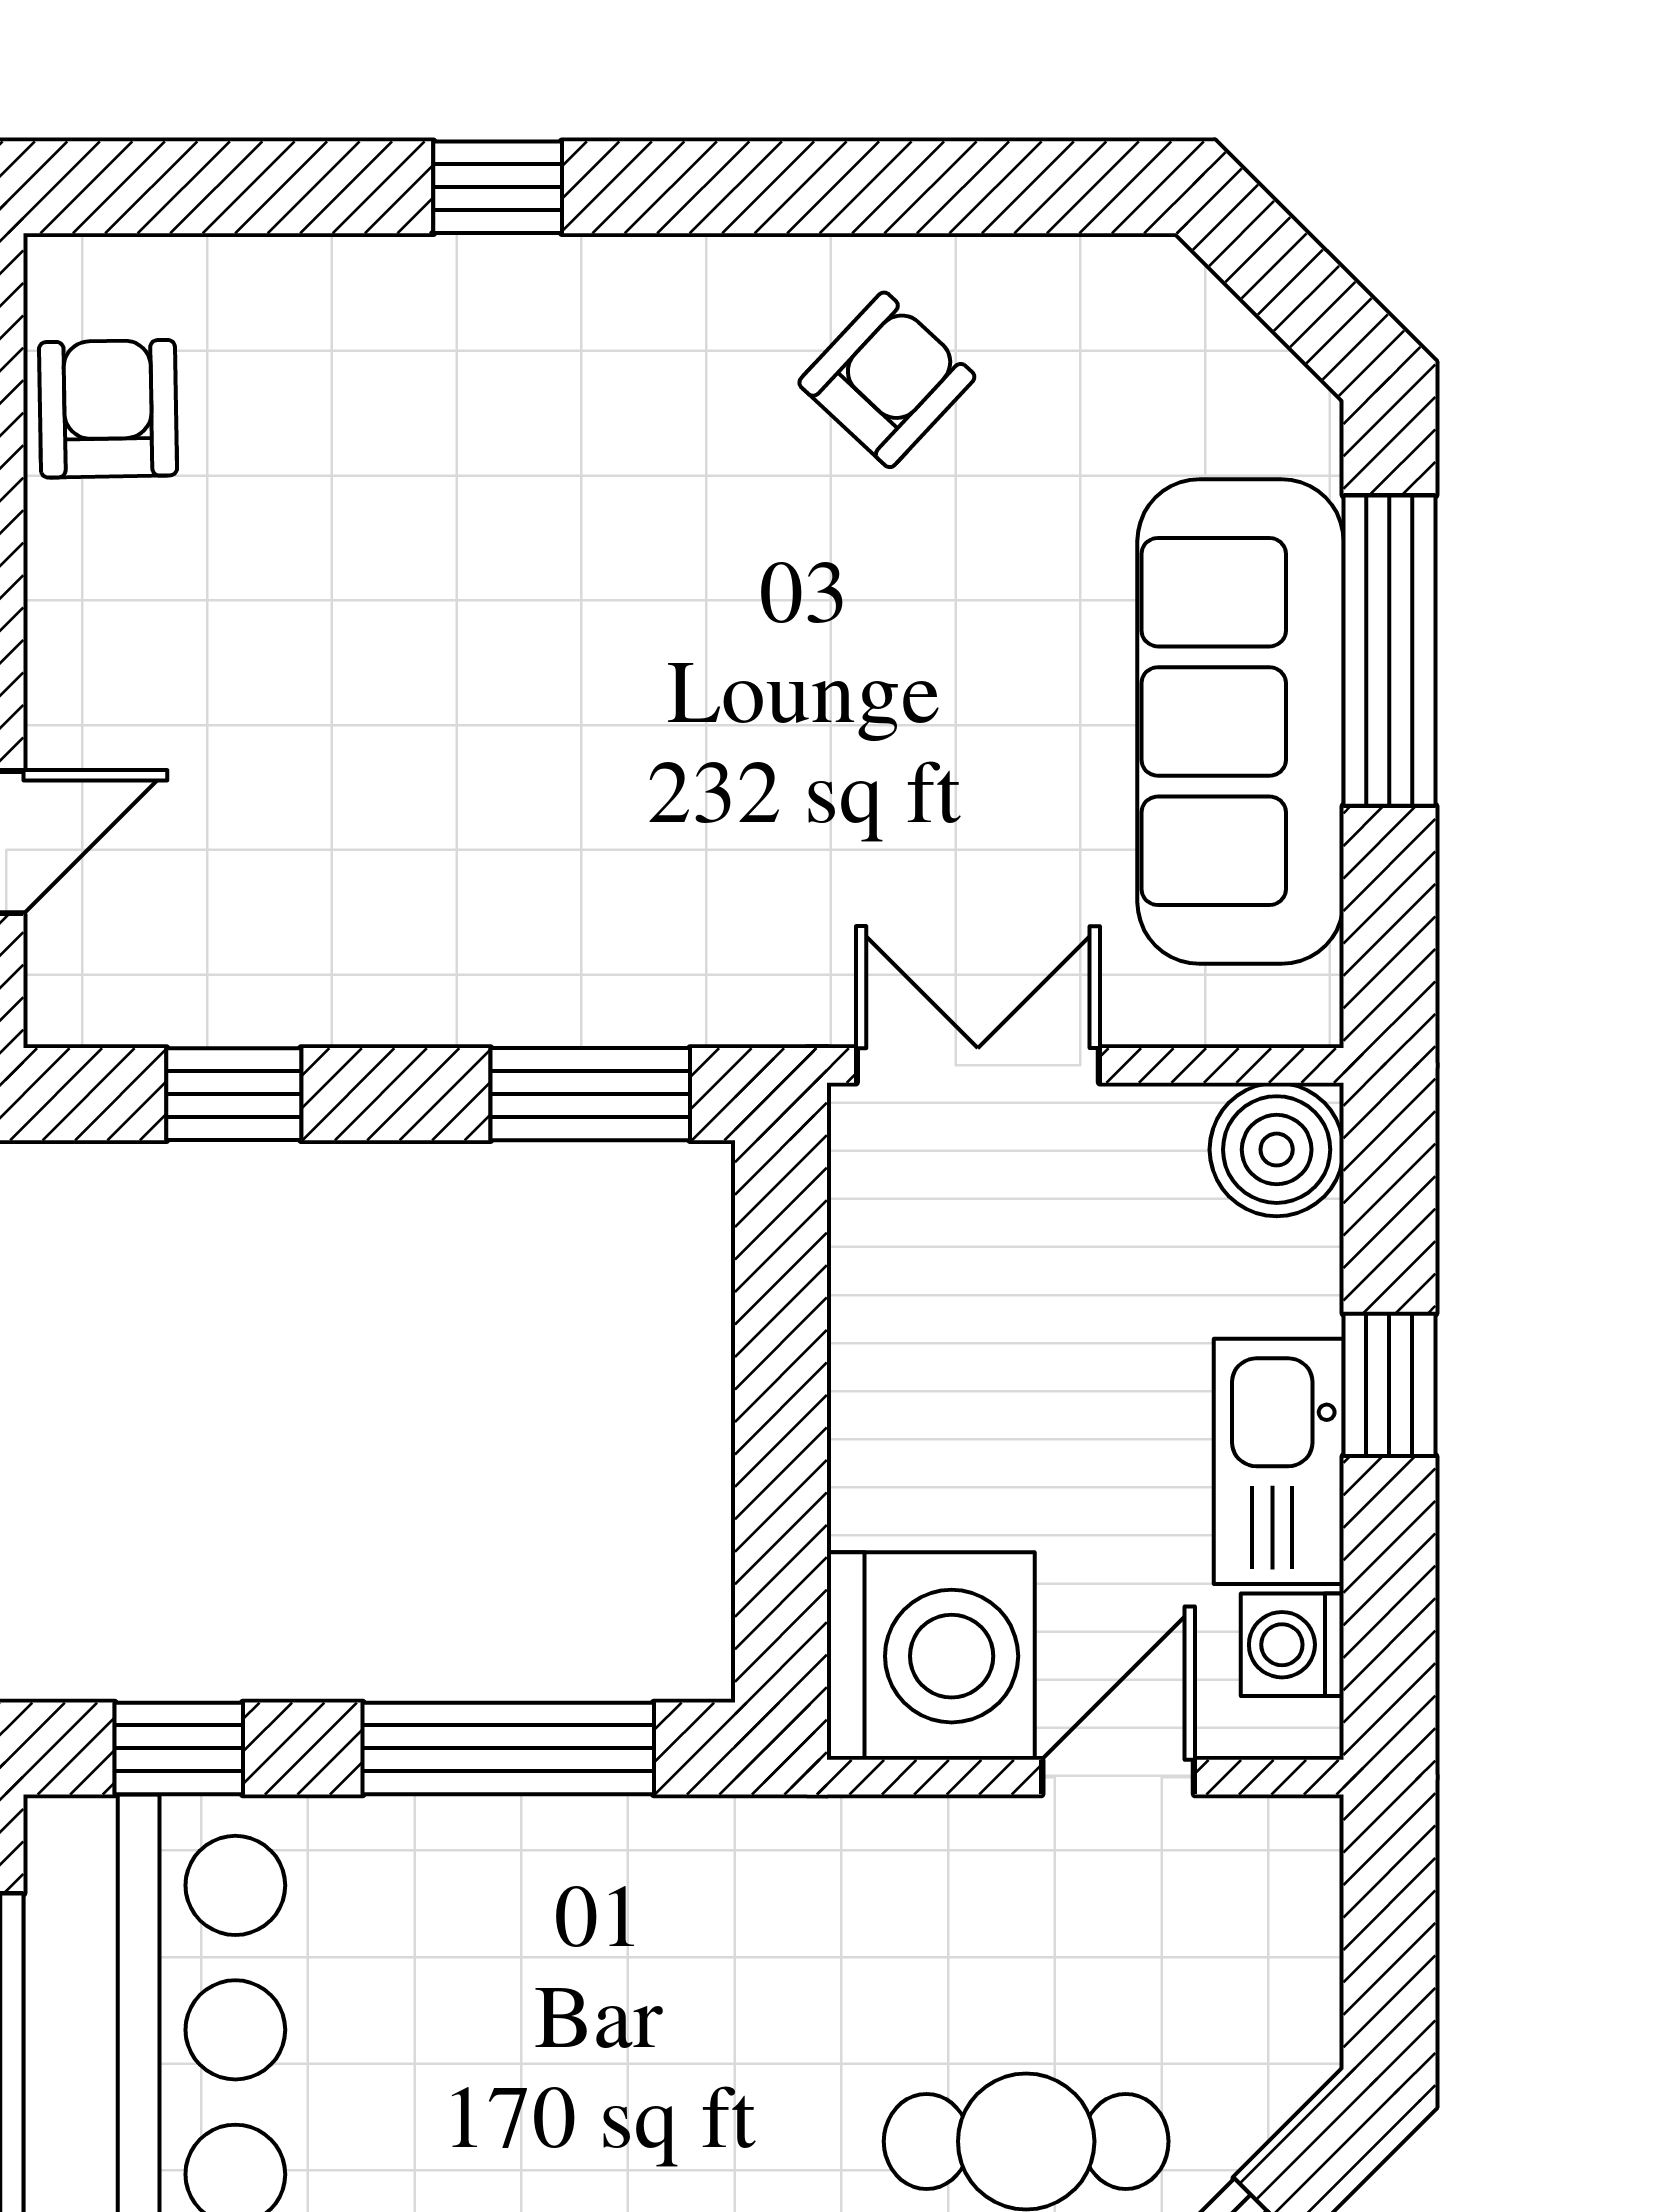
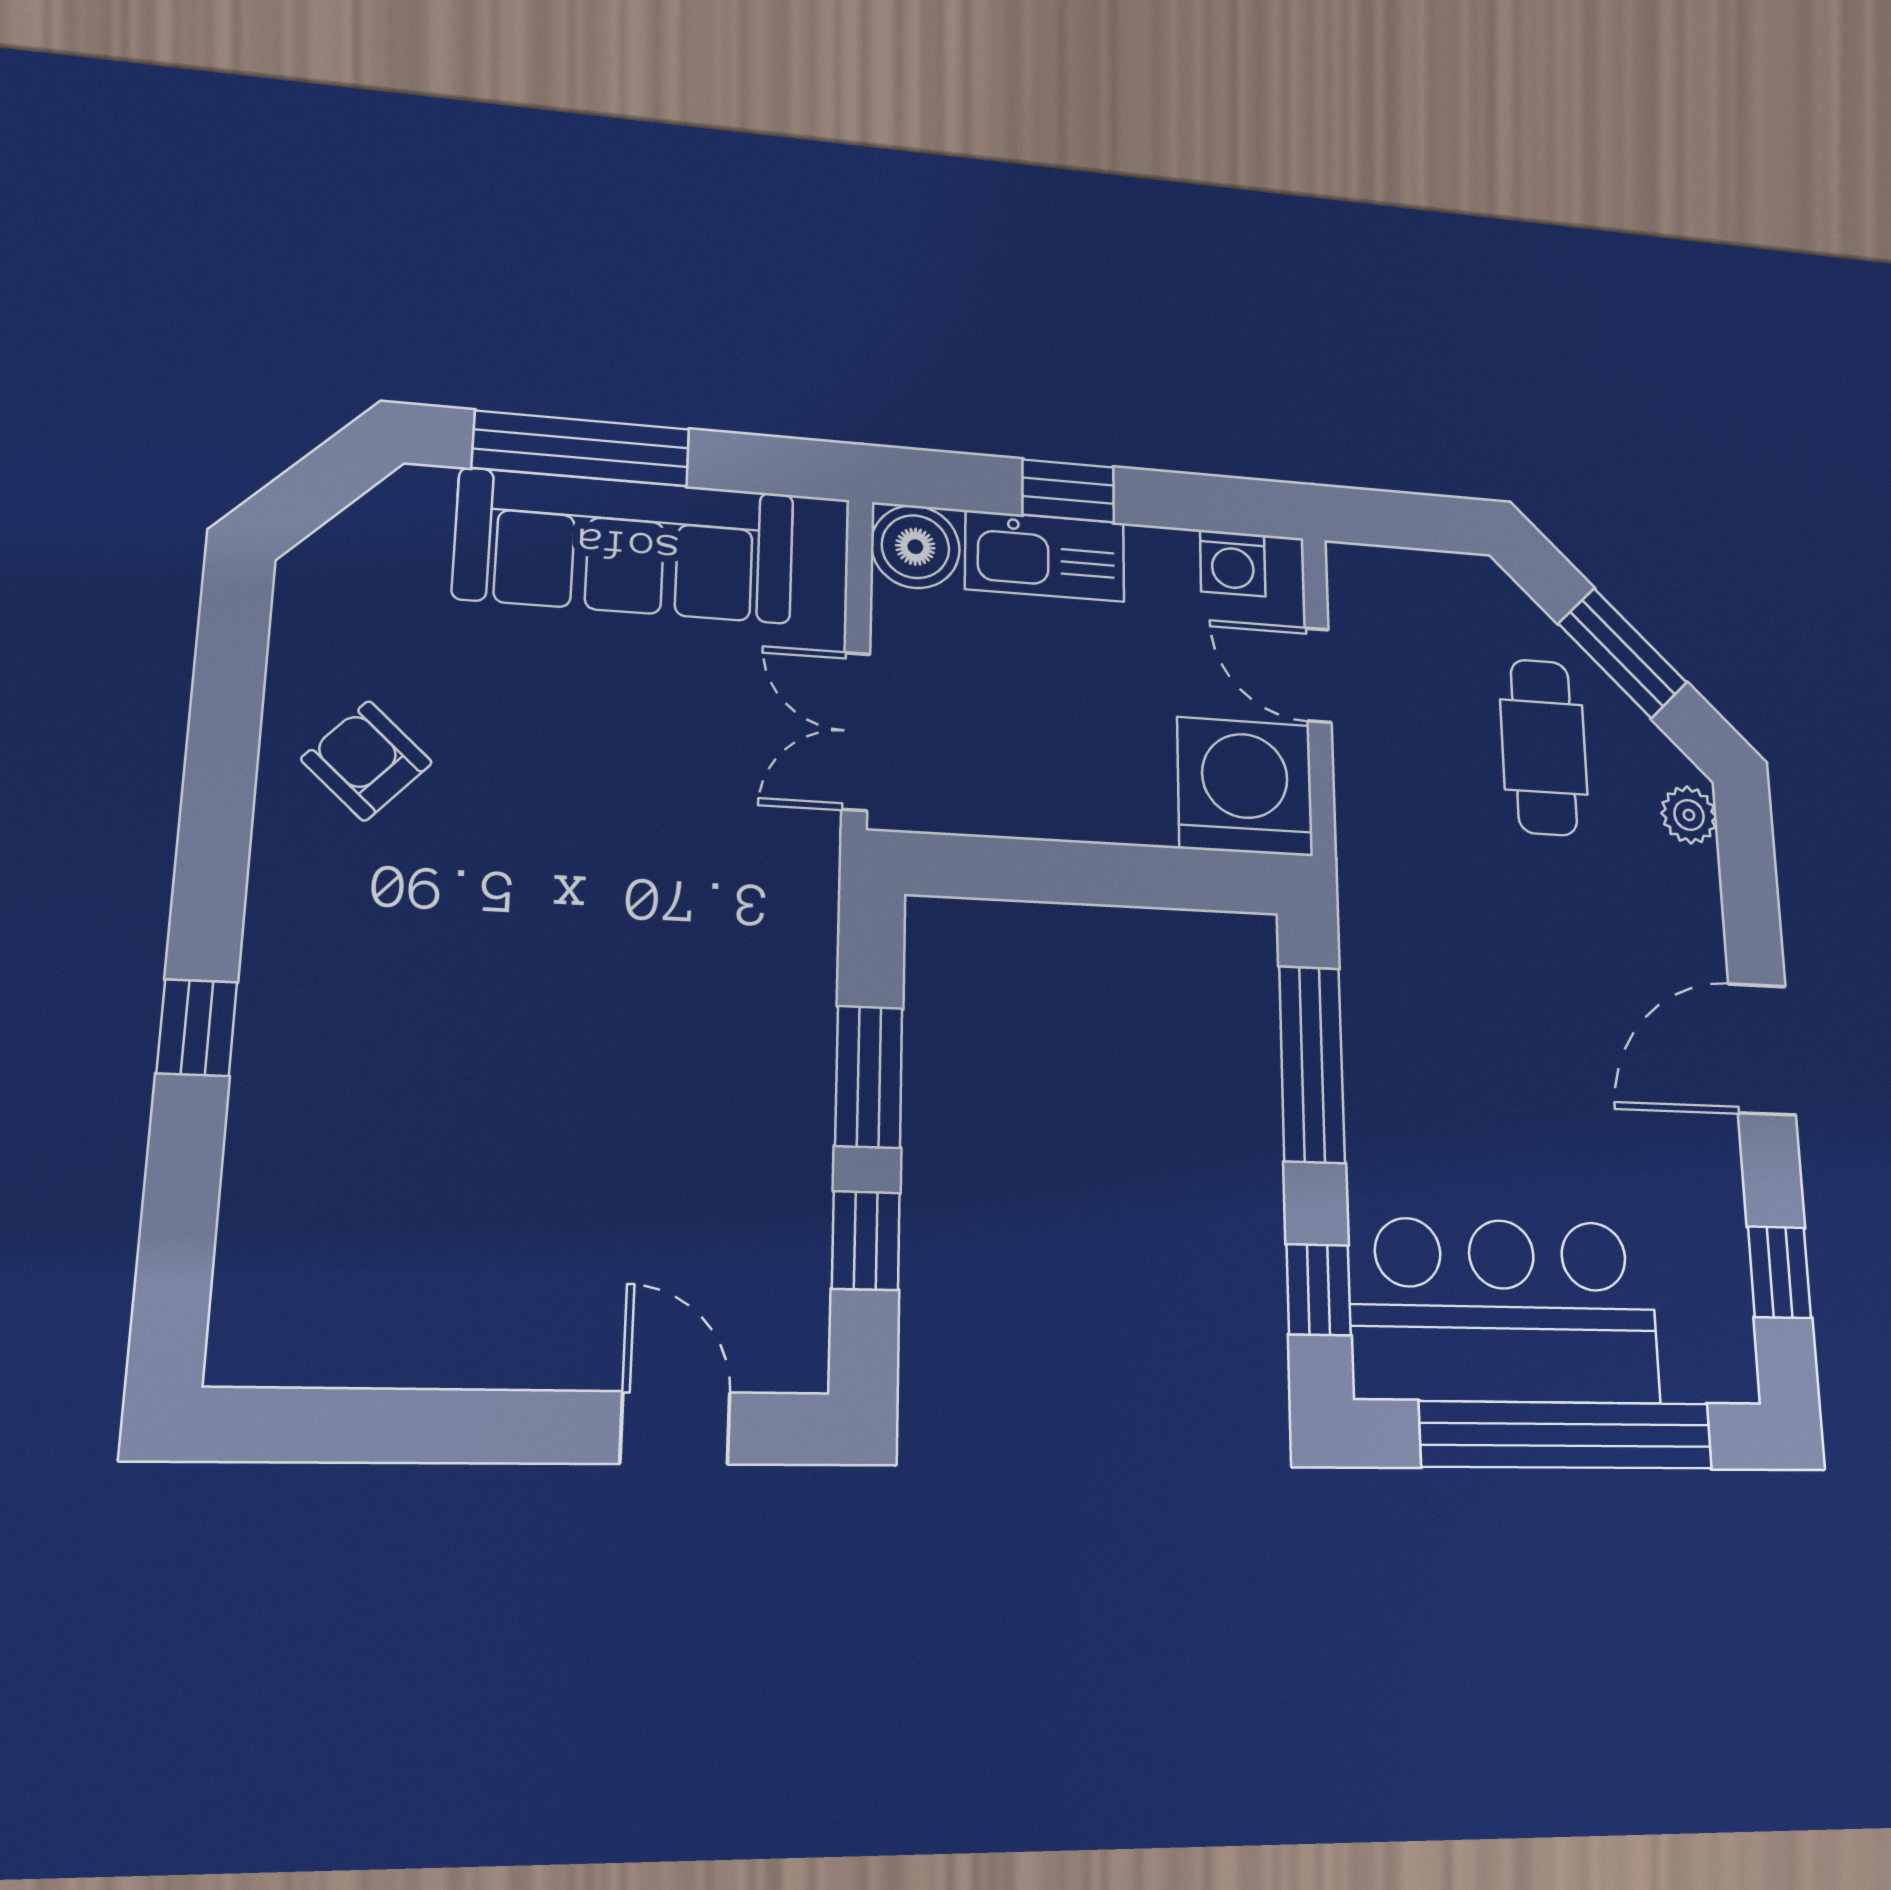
armchair: (108, 409) -> (347, 1324), removed
window: (590, 1094) -> (869, 1077), moved
kitchen sink: (1279, 1461) -> (1045, 556), moved

